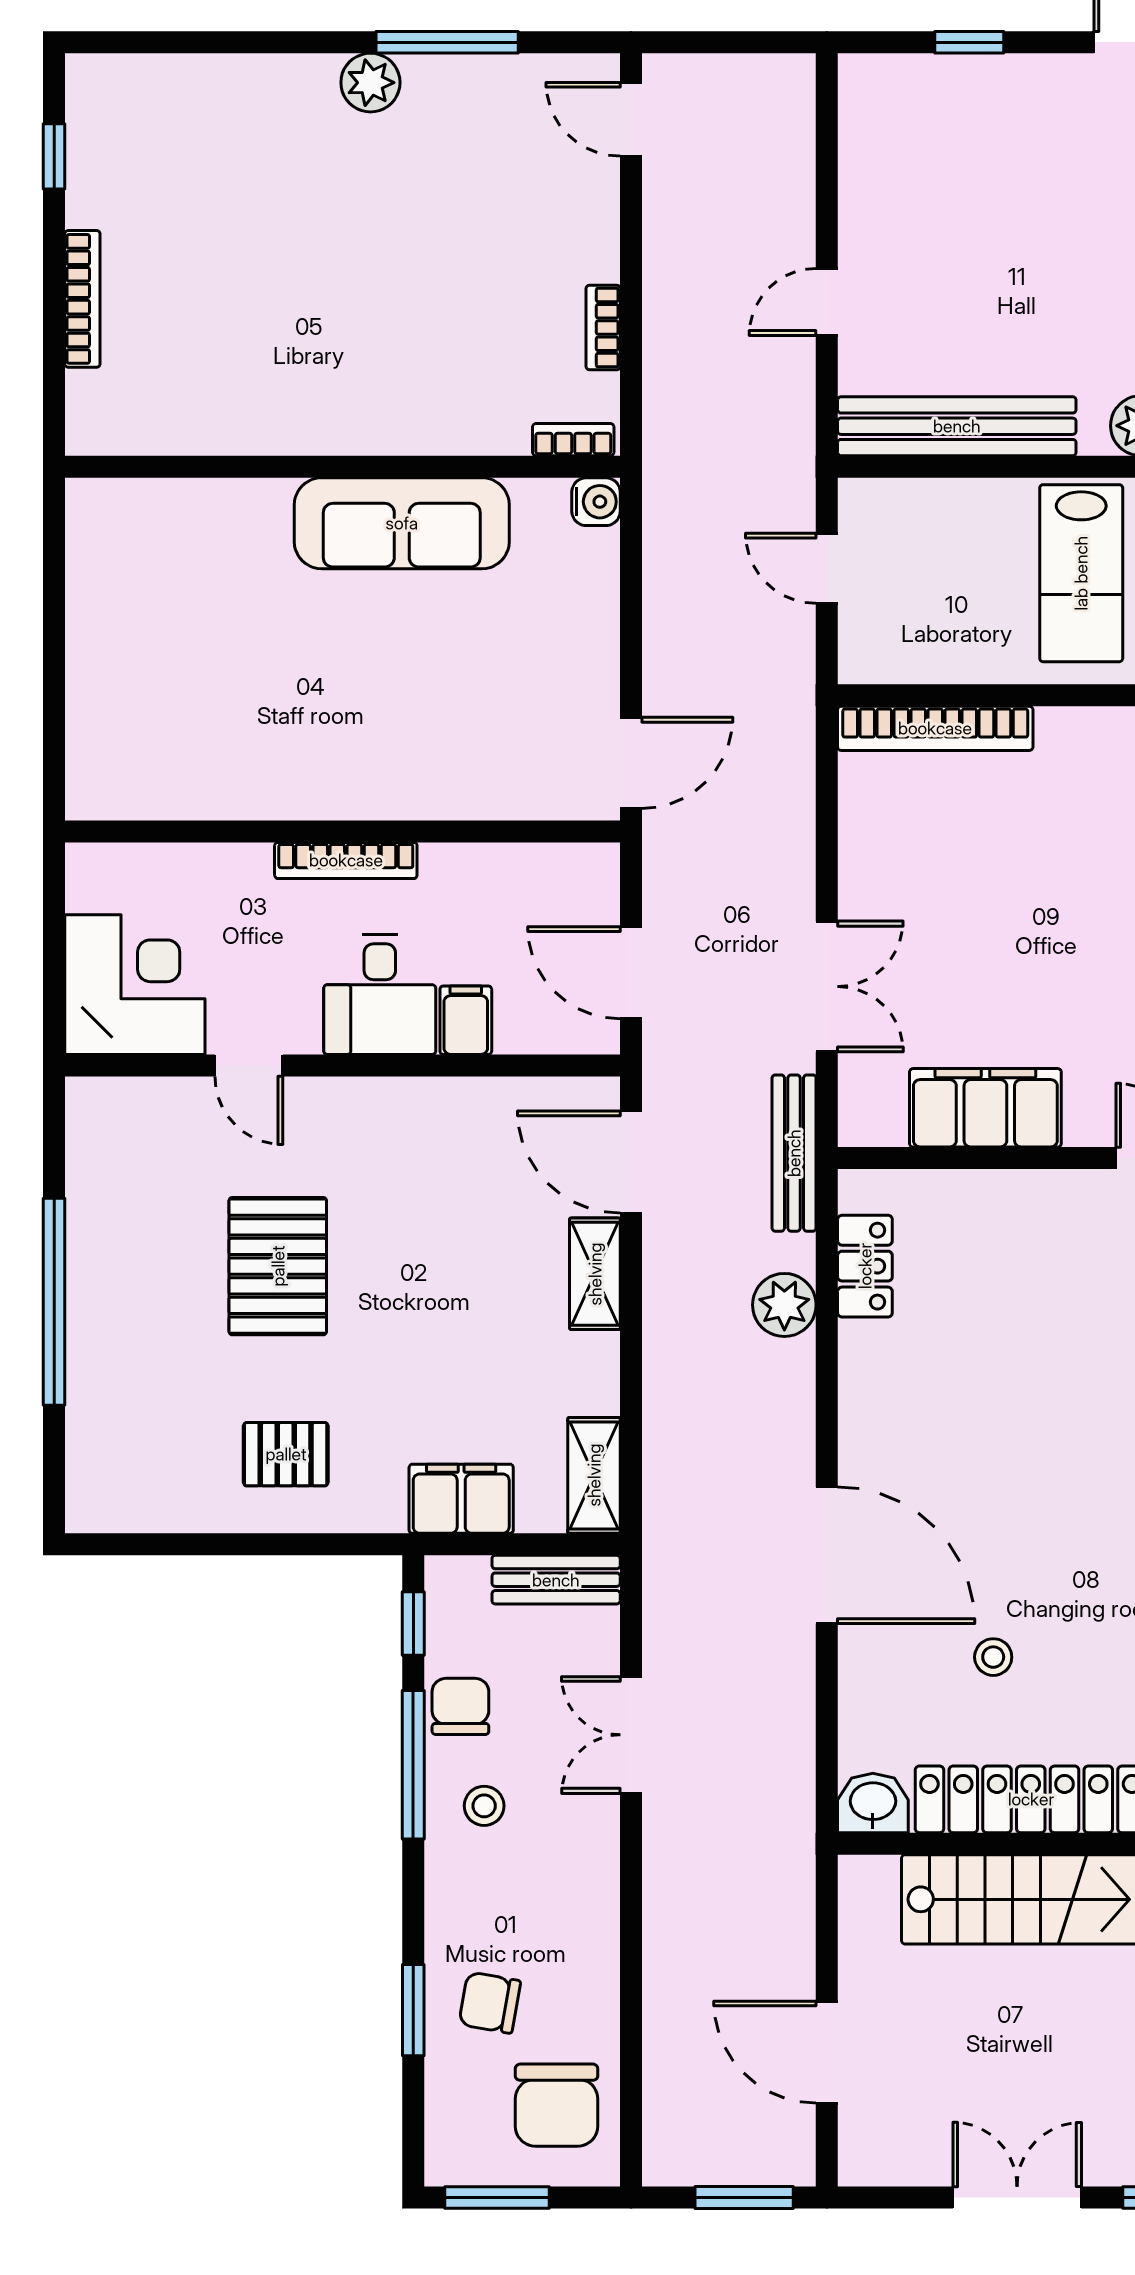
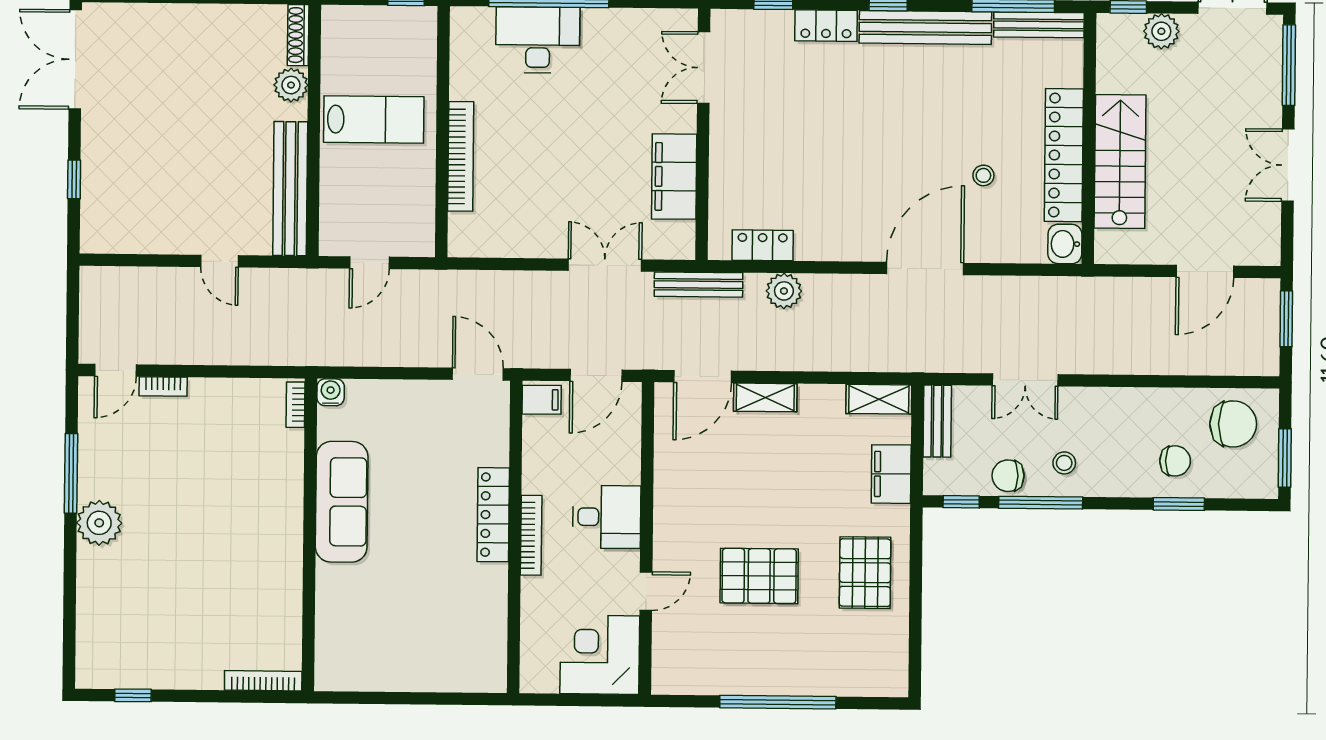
plant: (370, 83) -> (99, 523), width x1.36, depth x1.36
bookcase: (82, 299) -> (263, 681), moved
bookcase: (603, 327) -> (163, 387), moved
bookcase: (935, 728) -> (461, 156), moved
locker: (382, 793) -> (493, 515), added
filing cabinet: (466, 1020) -> (542, 400), moved, turned 180
pallet: (286, 1454) -> (865, 573), width x1.50, depth x1.42
chair: (490, 2003) -> (1175, 461), turned -100

